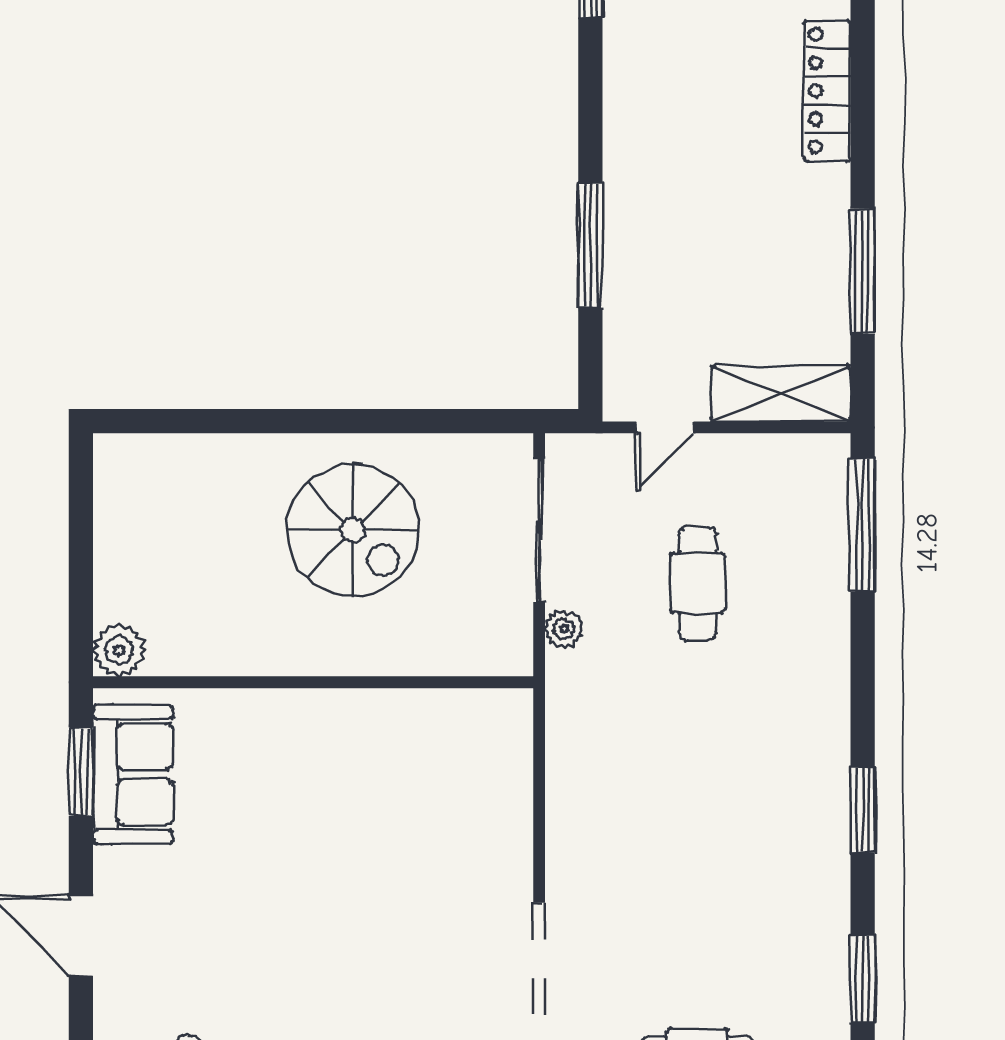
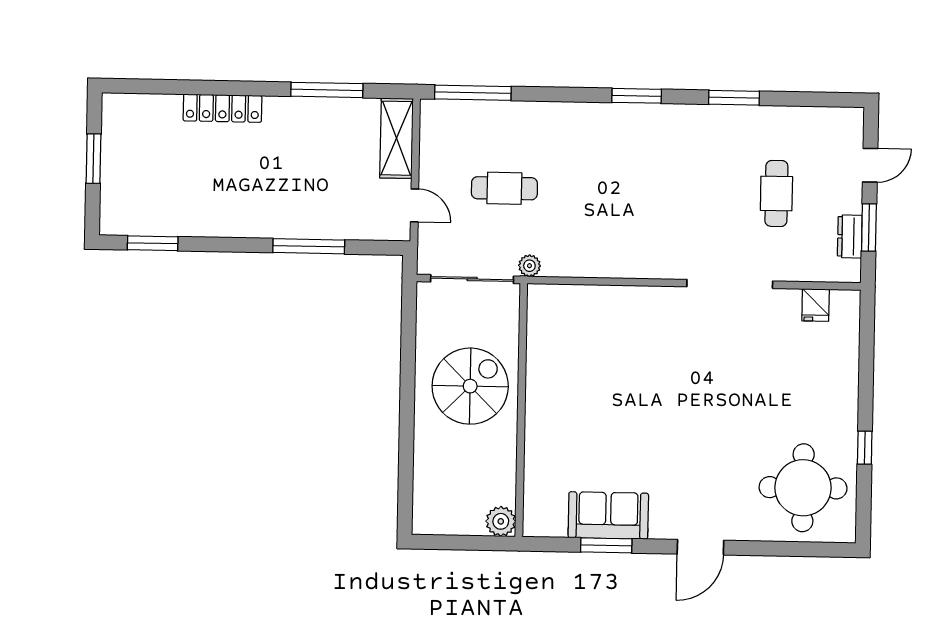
plant: (119, 650) -> (501, 521), moved
wall: (313, 682) -> (521, 410), moved

